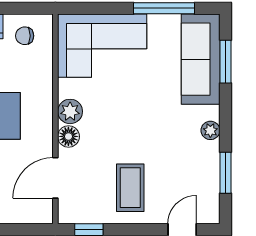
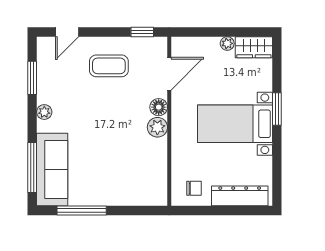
corner sofa: (102, 46) -> (132, 180), removed
window: (225, 62) -> (32, 167), width x1.44
coffee table: (130, 188) -> (109, 66), turned 90

